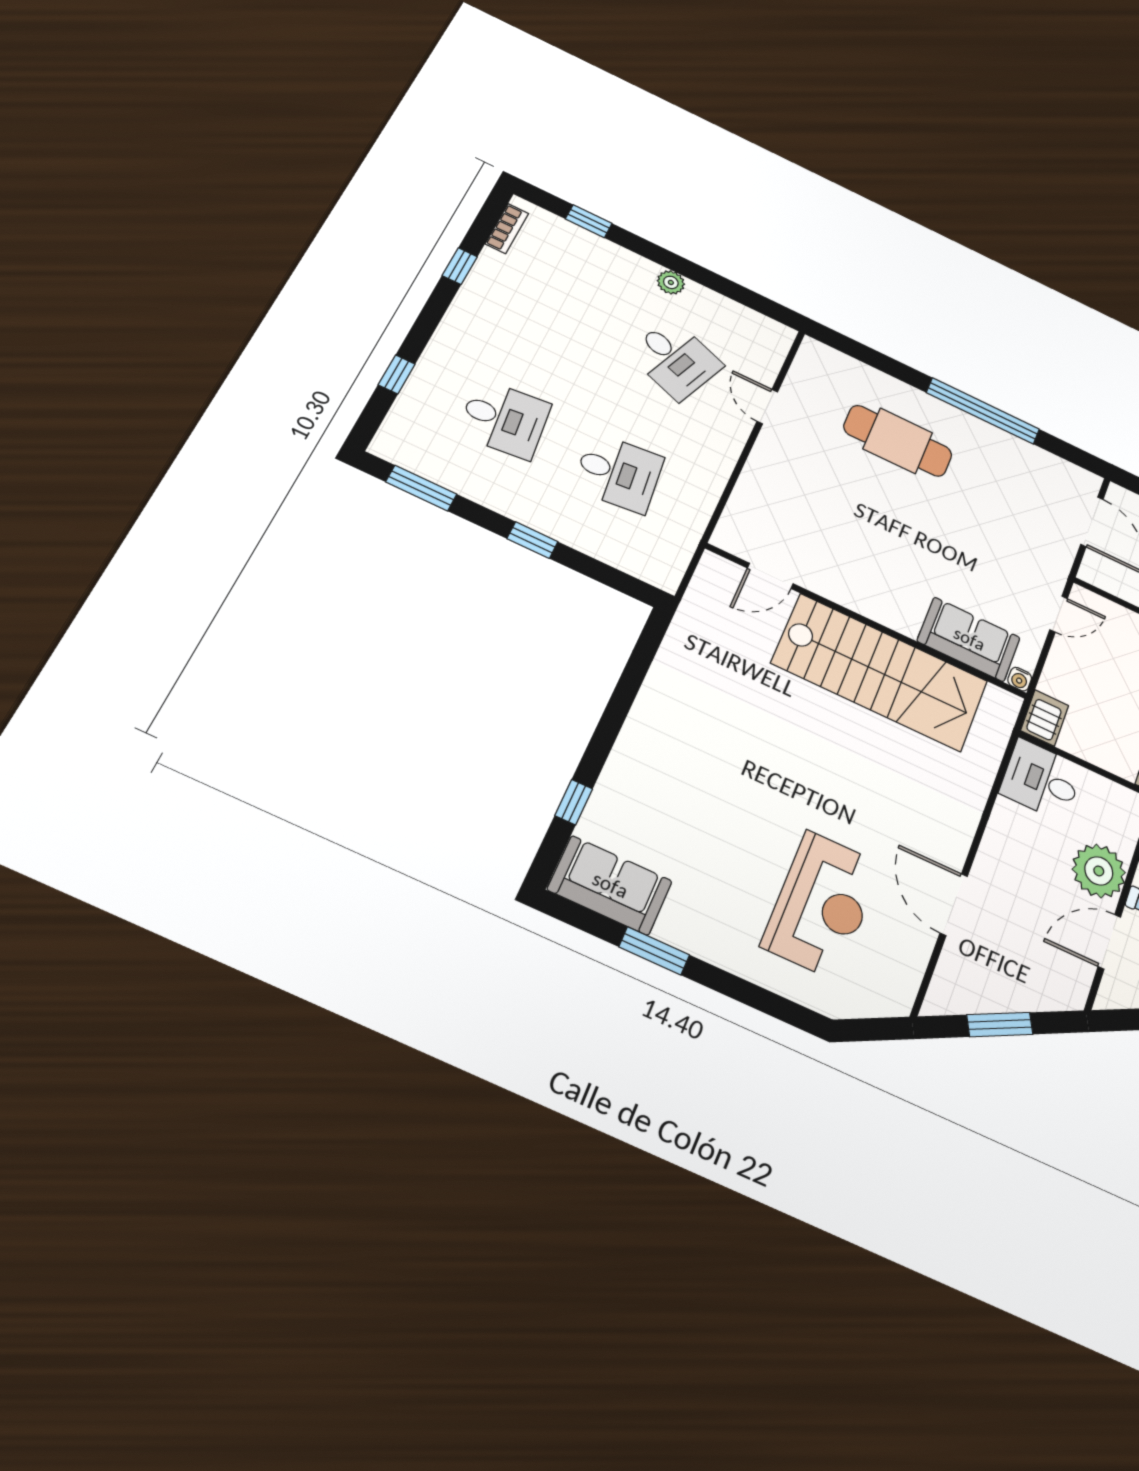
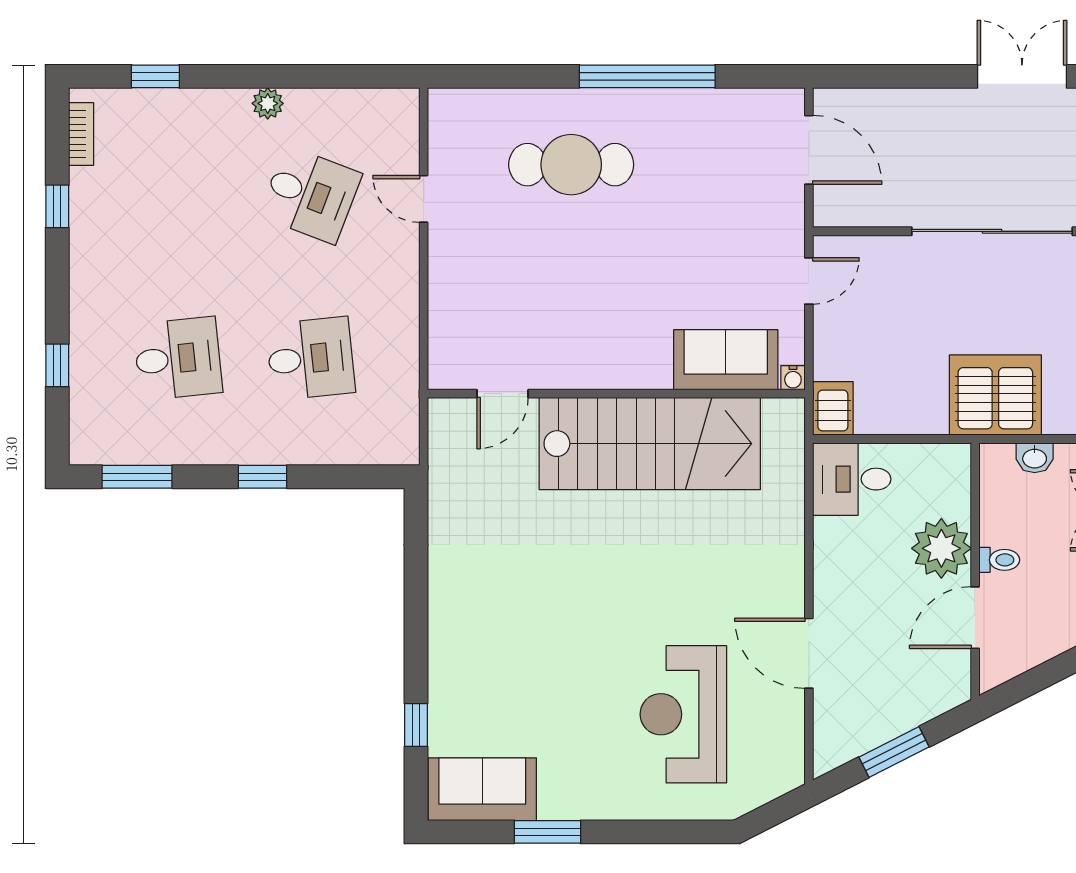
reception desk: (822, 905) -> (683, 714), turned 180

